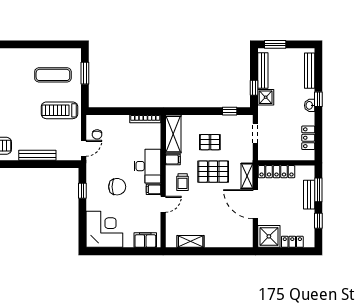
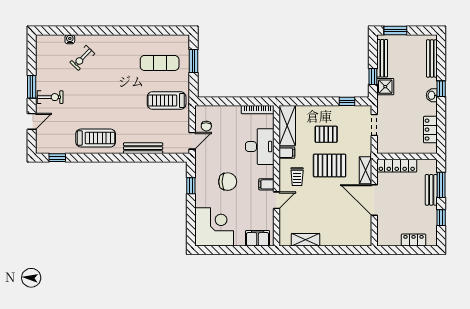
desk: (147, 166) -> (260, 147), moved
shower: (269, 236) -> (389, 234), removed

